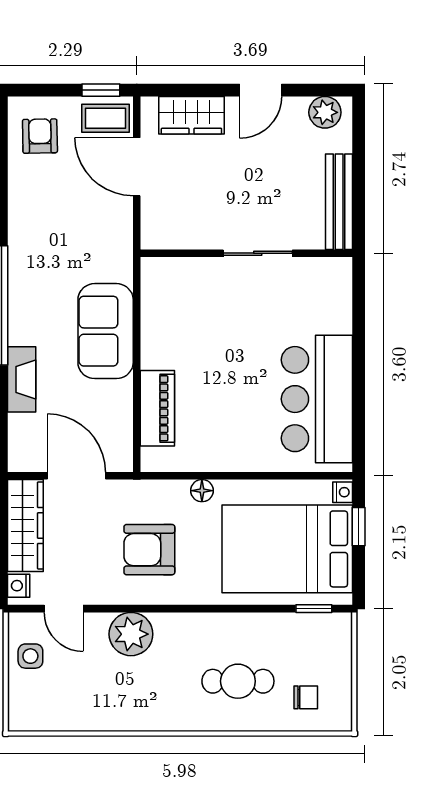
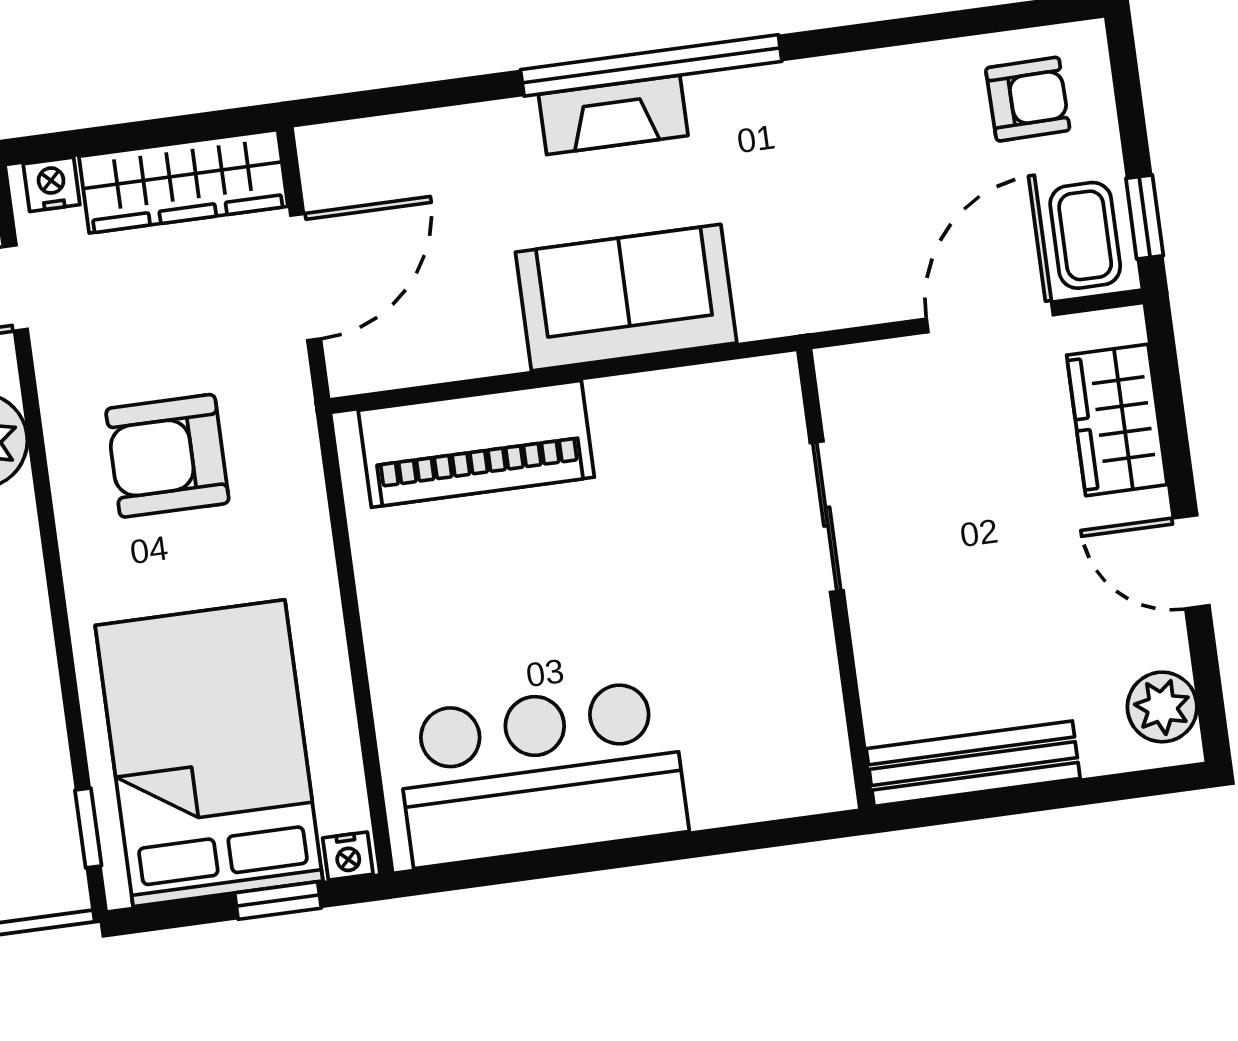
sliding door: (258, 253) -> (827, 517), moved
fireplace: (22, 379) -> (613, 115), moved
piano: (157, 408) -> (476, 444), width x1.37, depth x1.33
floor lamp: (202, 491) -> (310, 552), removed
armchair: (149, 550) -> (167, 456), turned -90

